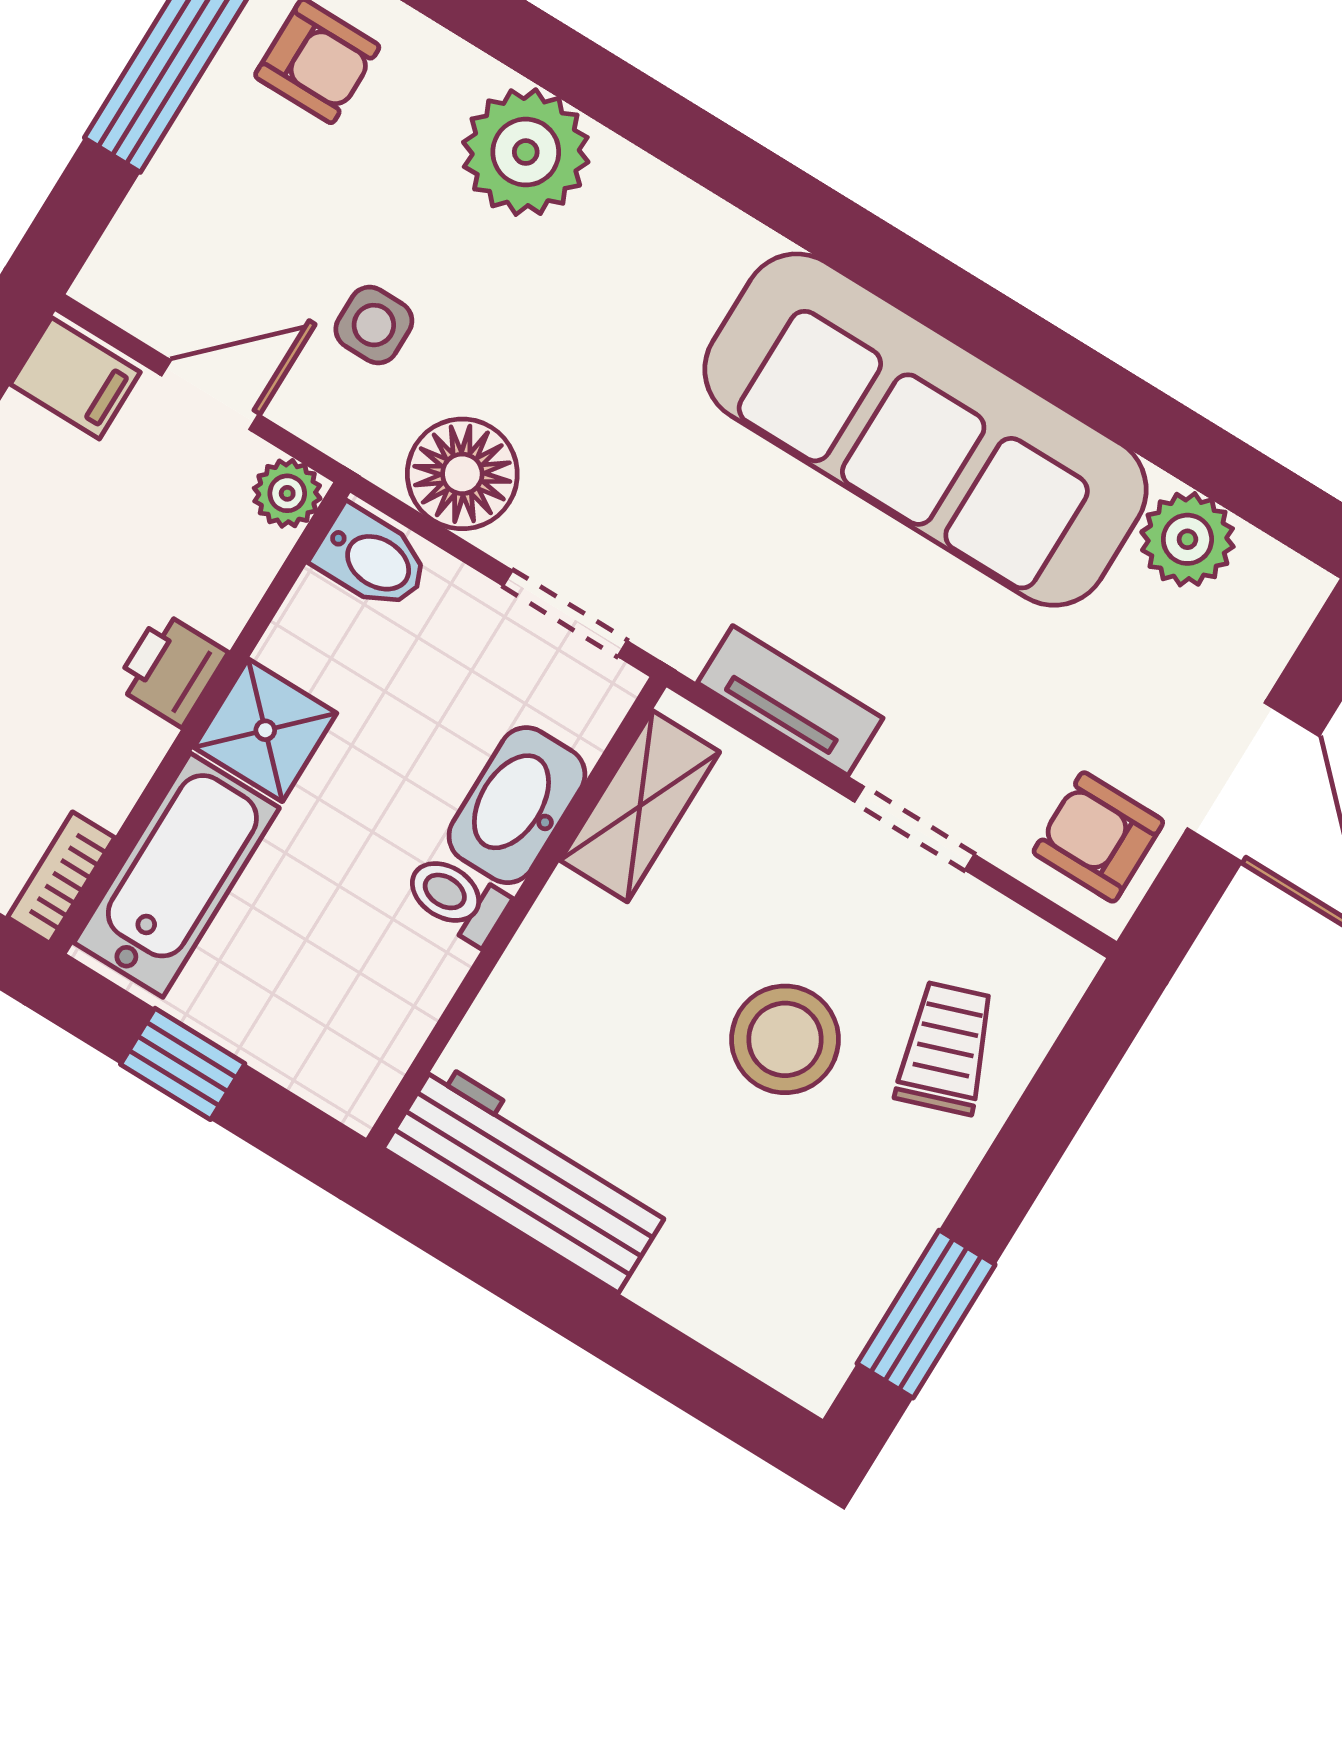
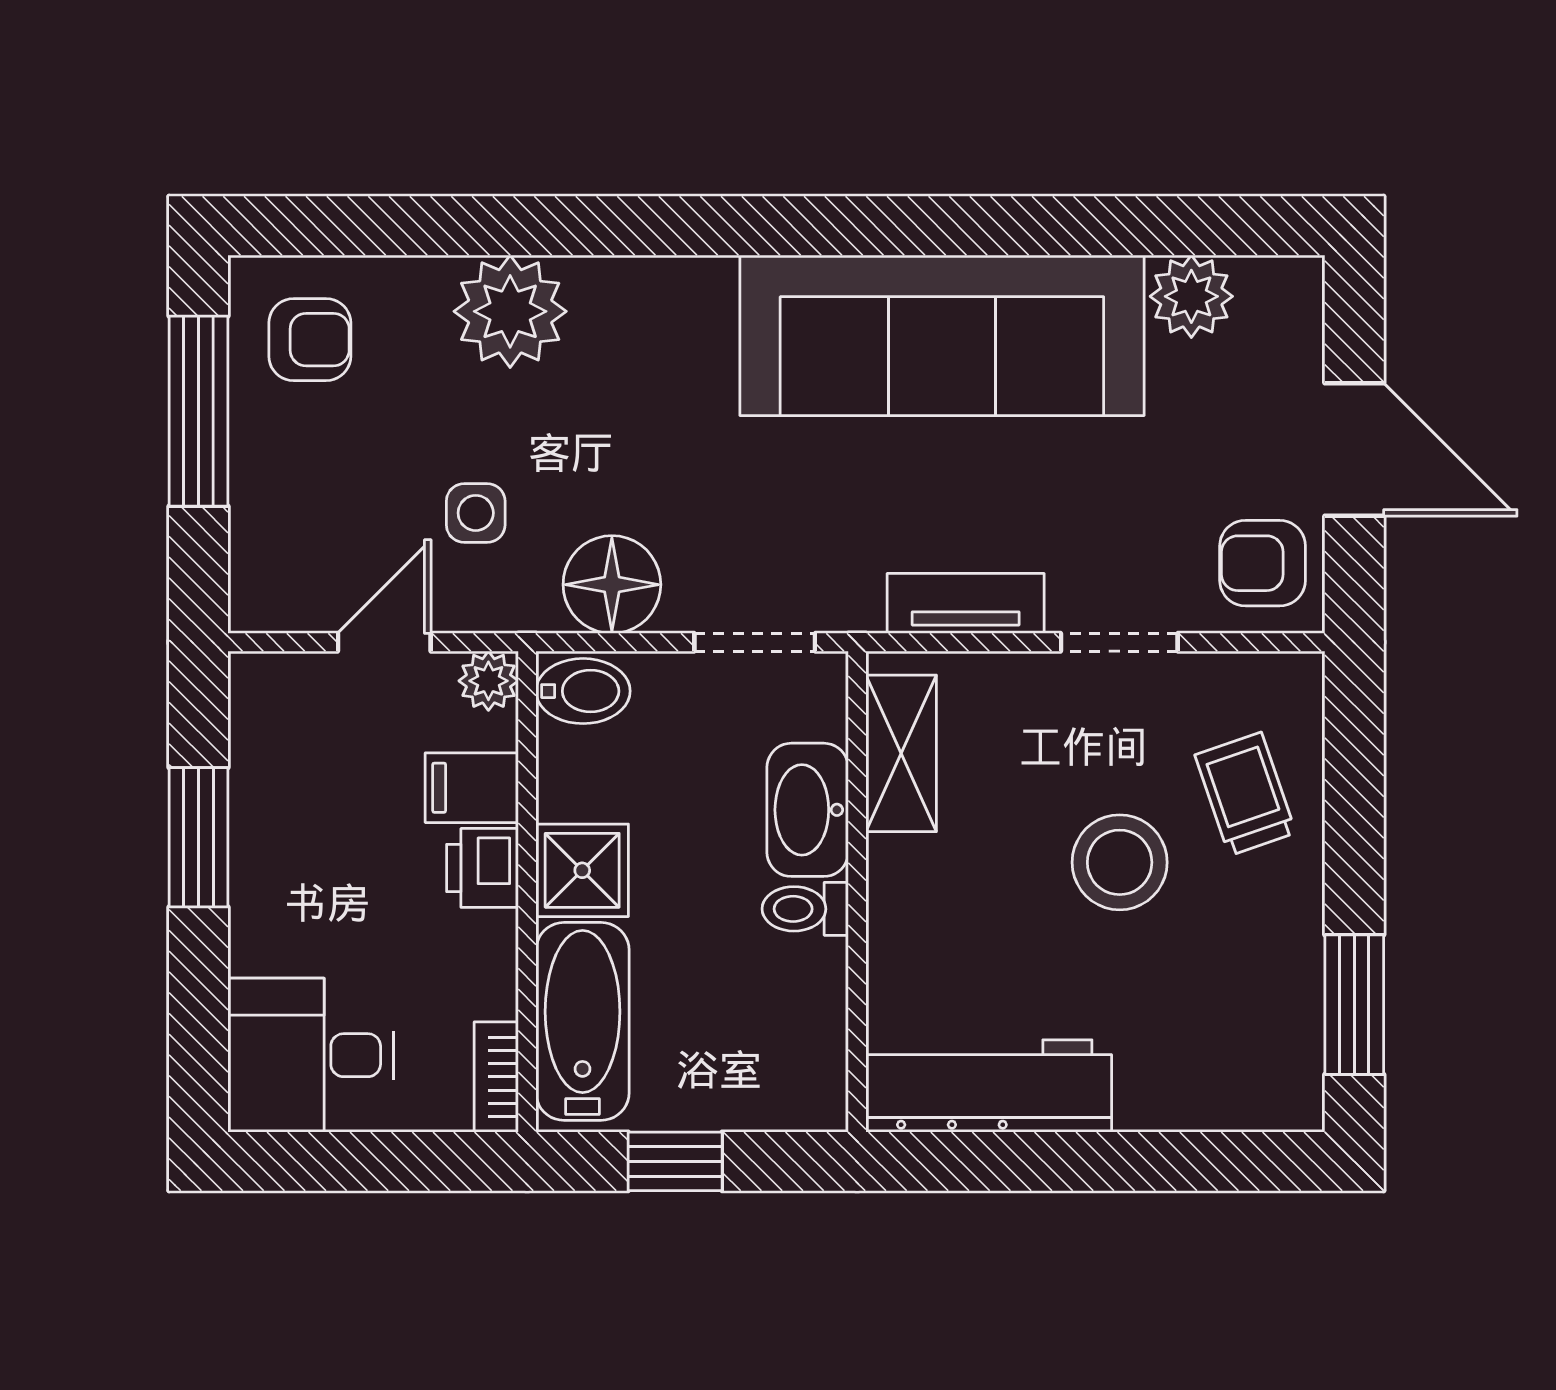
filing cabinet: (75, 378) -> (472, 788), moved, turned 180

